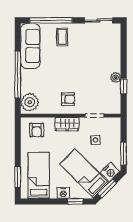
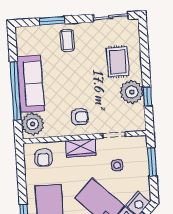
window: (51, 20) -> (52, 21), width x0.47
sofa: (30, 46) -> (31, 84), moved
rug: (102, 57) -> (118, 62), added
plant: (116, 77) -> (132, 92), width x1.88, depth x1.88
window: (124, 154) -> (152, 162), moved

